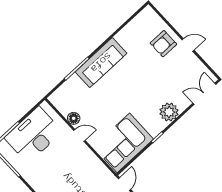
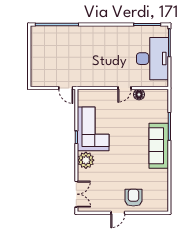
corner sofa: (123, 143) -> (93, 129), moved

